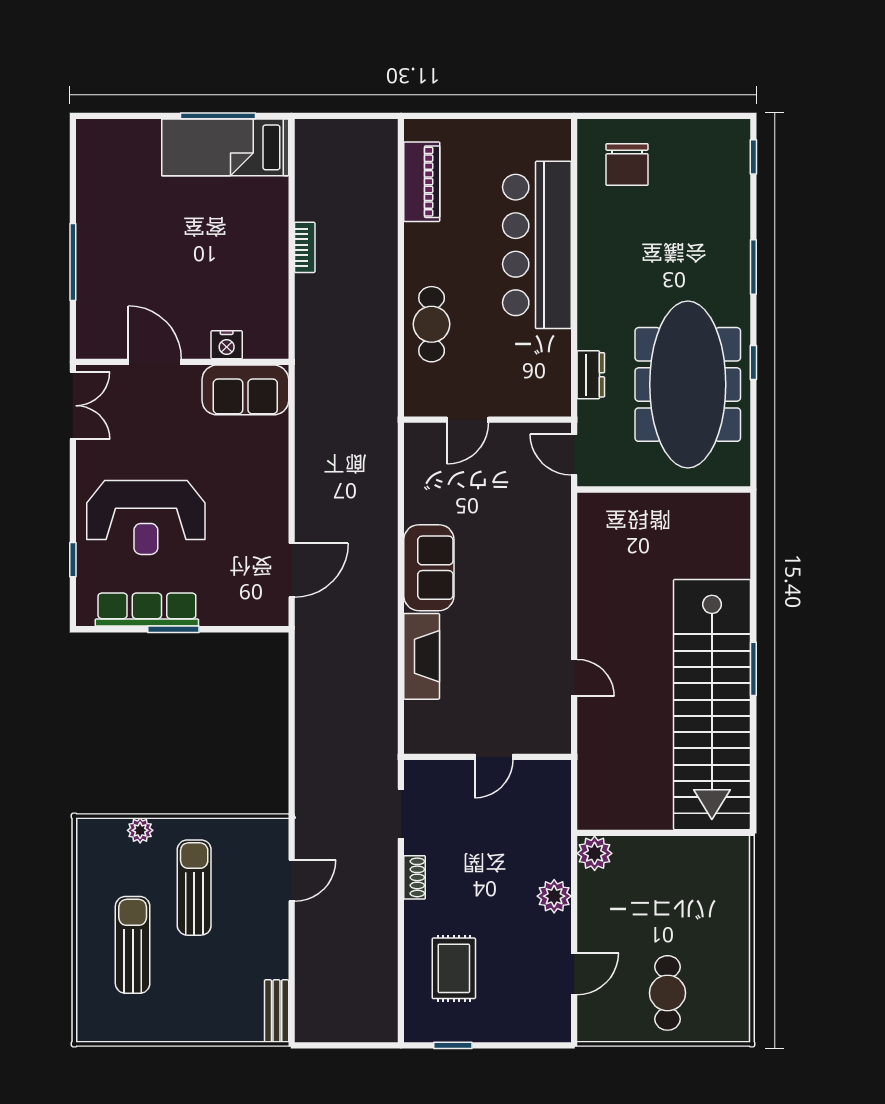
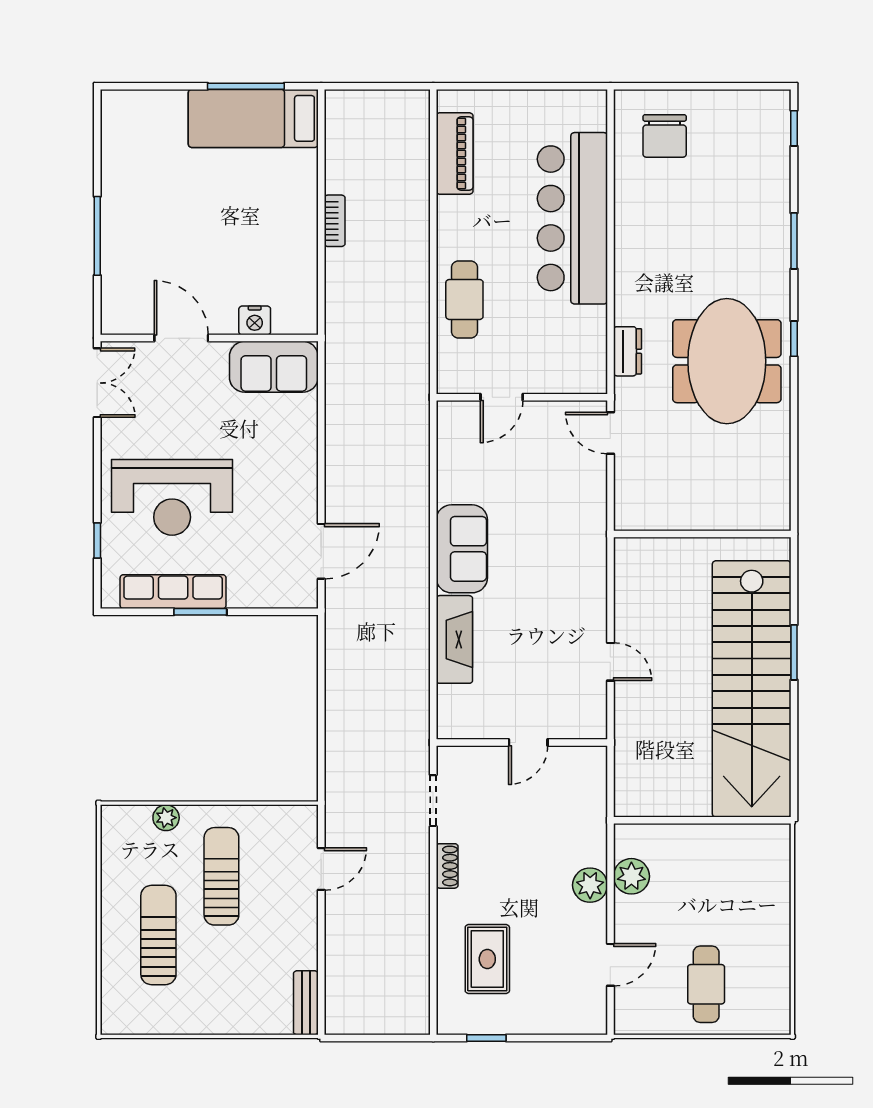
meeting table: (688, 384) -> (727, 361), width x0.73
wall: (664, 490) -> (702, 534), moved
plant: (595, 853) -> (631, 876), moved

